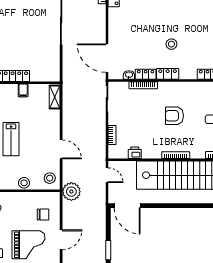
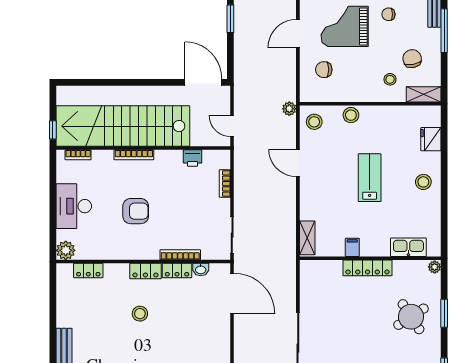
plant: (71, 192) -> (289, 109), width x0.53, depth x0.53

